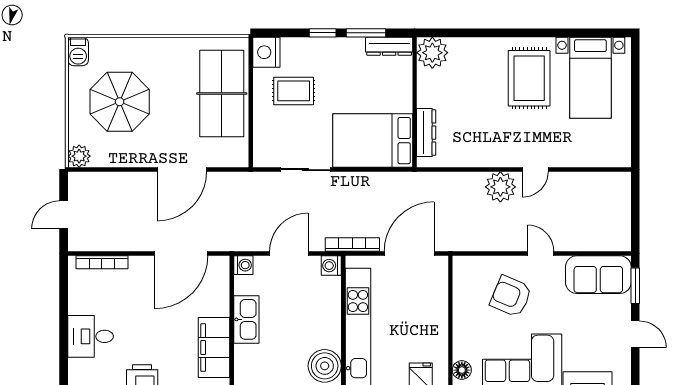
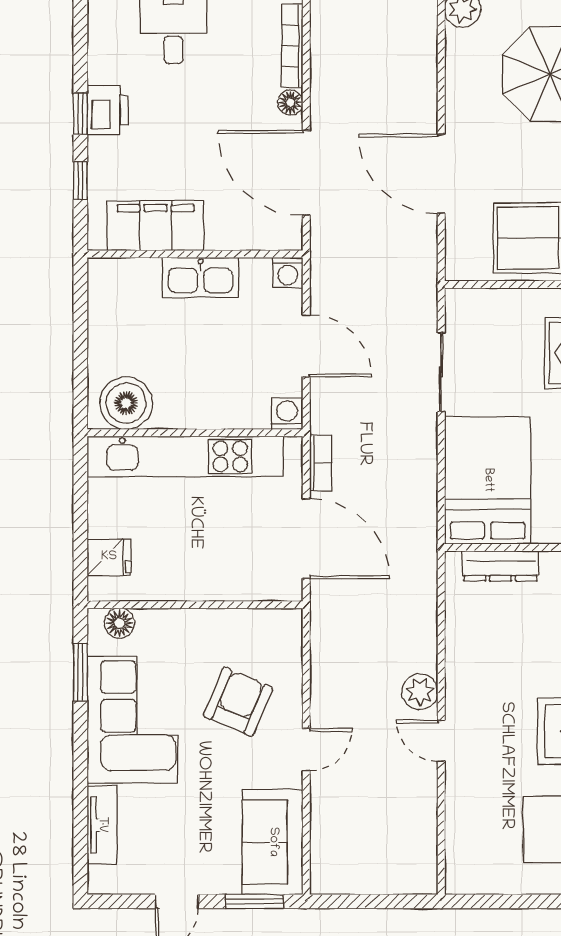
plant: (500, 187) -> (420, 692), width x0.73, depth x0.73
bookcase: (352, 245) -> (321, 463), width x0.64
floor lamp: (137, 264) -> (290, 103), added

